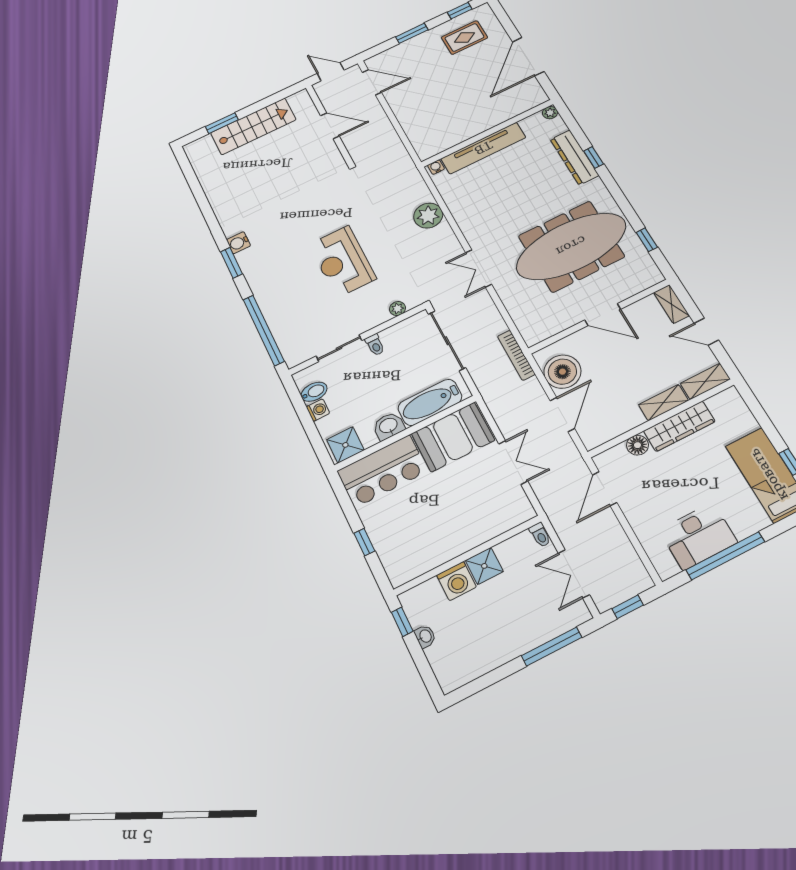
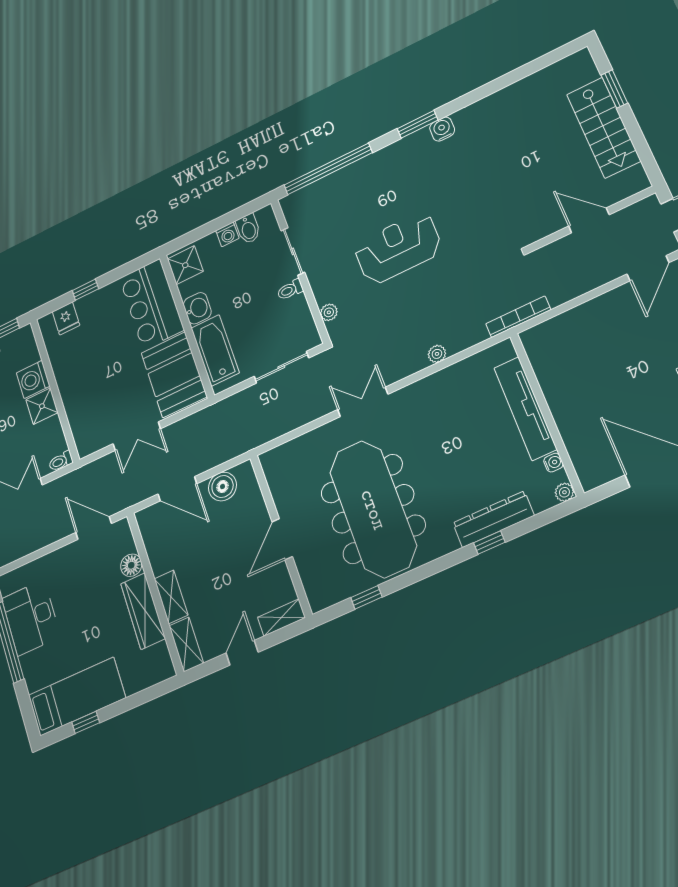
door: (330, 126) -> (589, 220), swing flipped
water cooler: (436, 167) -> (553, 463), moved
plant: (428, 216) -> (437, 354), width x0.53, depth x0.53
sliding door: (447, 341) -> (281, 367), width x0.73
bookcase: (516, 355) -> (518, 317), moved
boiler: (562, 372) -> (223, 486), width x0.73, depth x0.73
fridge: (393, 557) -> (66, 318), added

